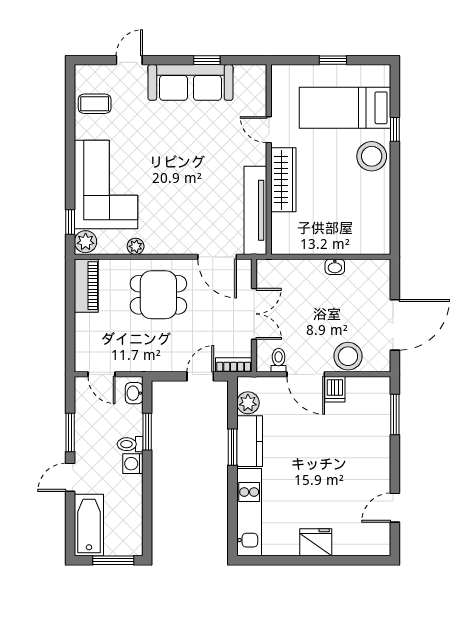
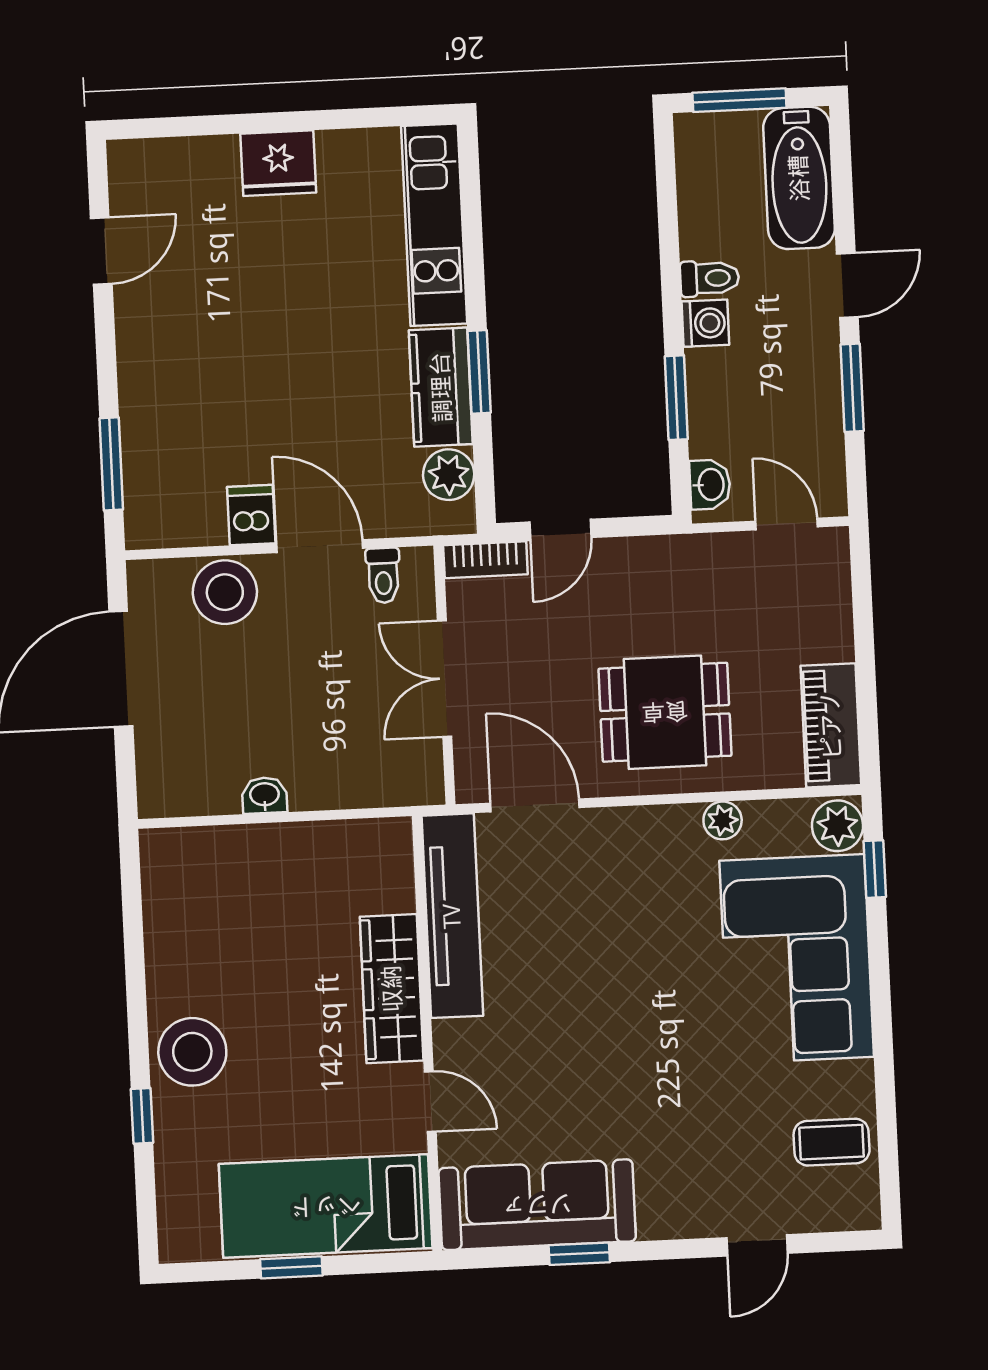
sofa: (190, 82) -> (537, 1205), moved
bed: (345, 108) -> (326, 1206), moved, turned 180
toilet: (130, 444) -> (710, 278), moved

